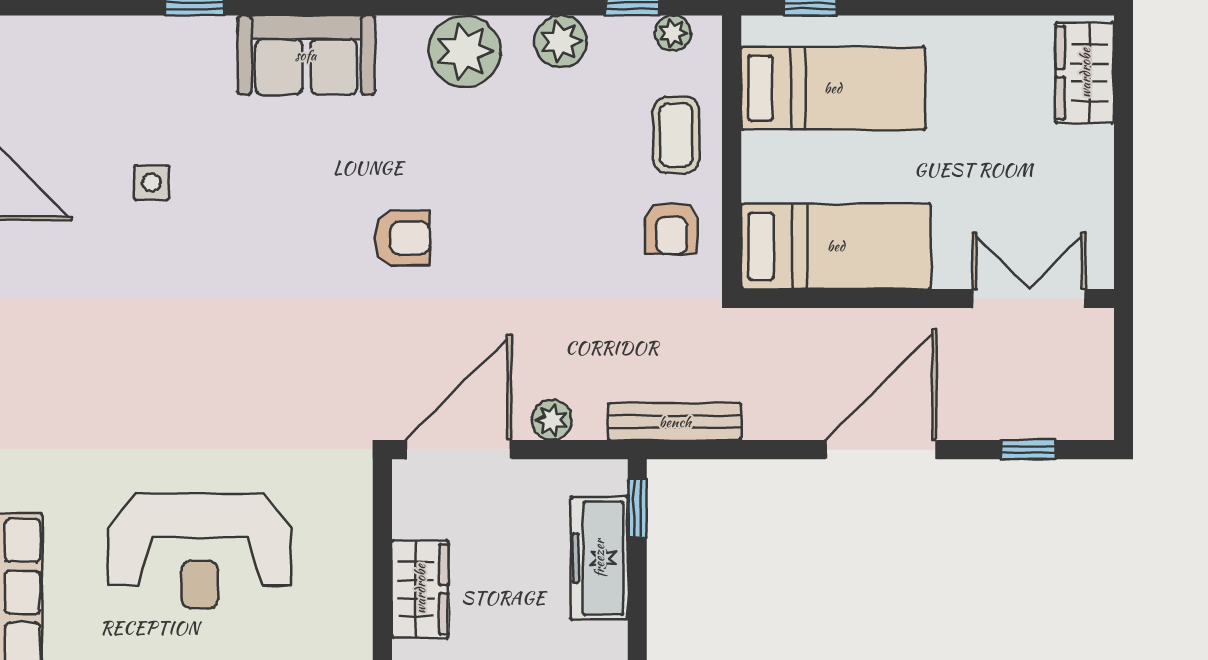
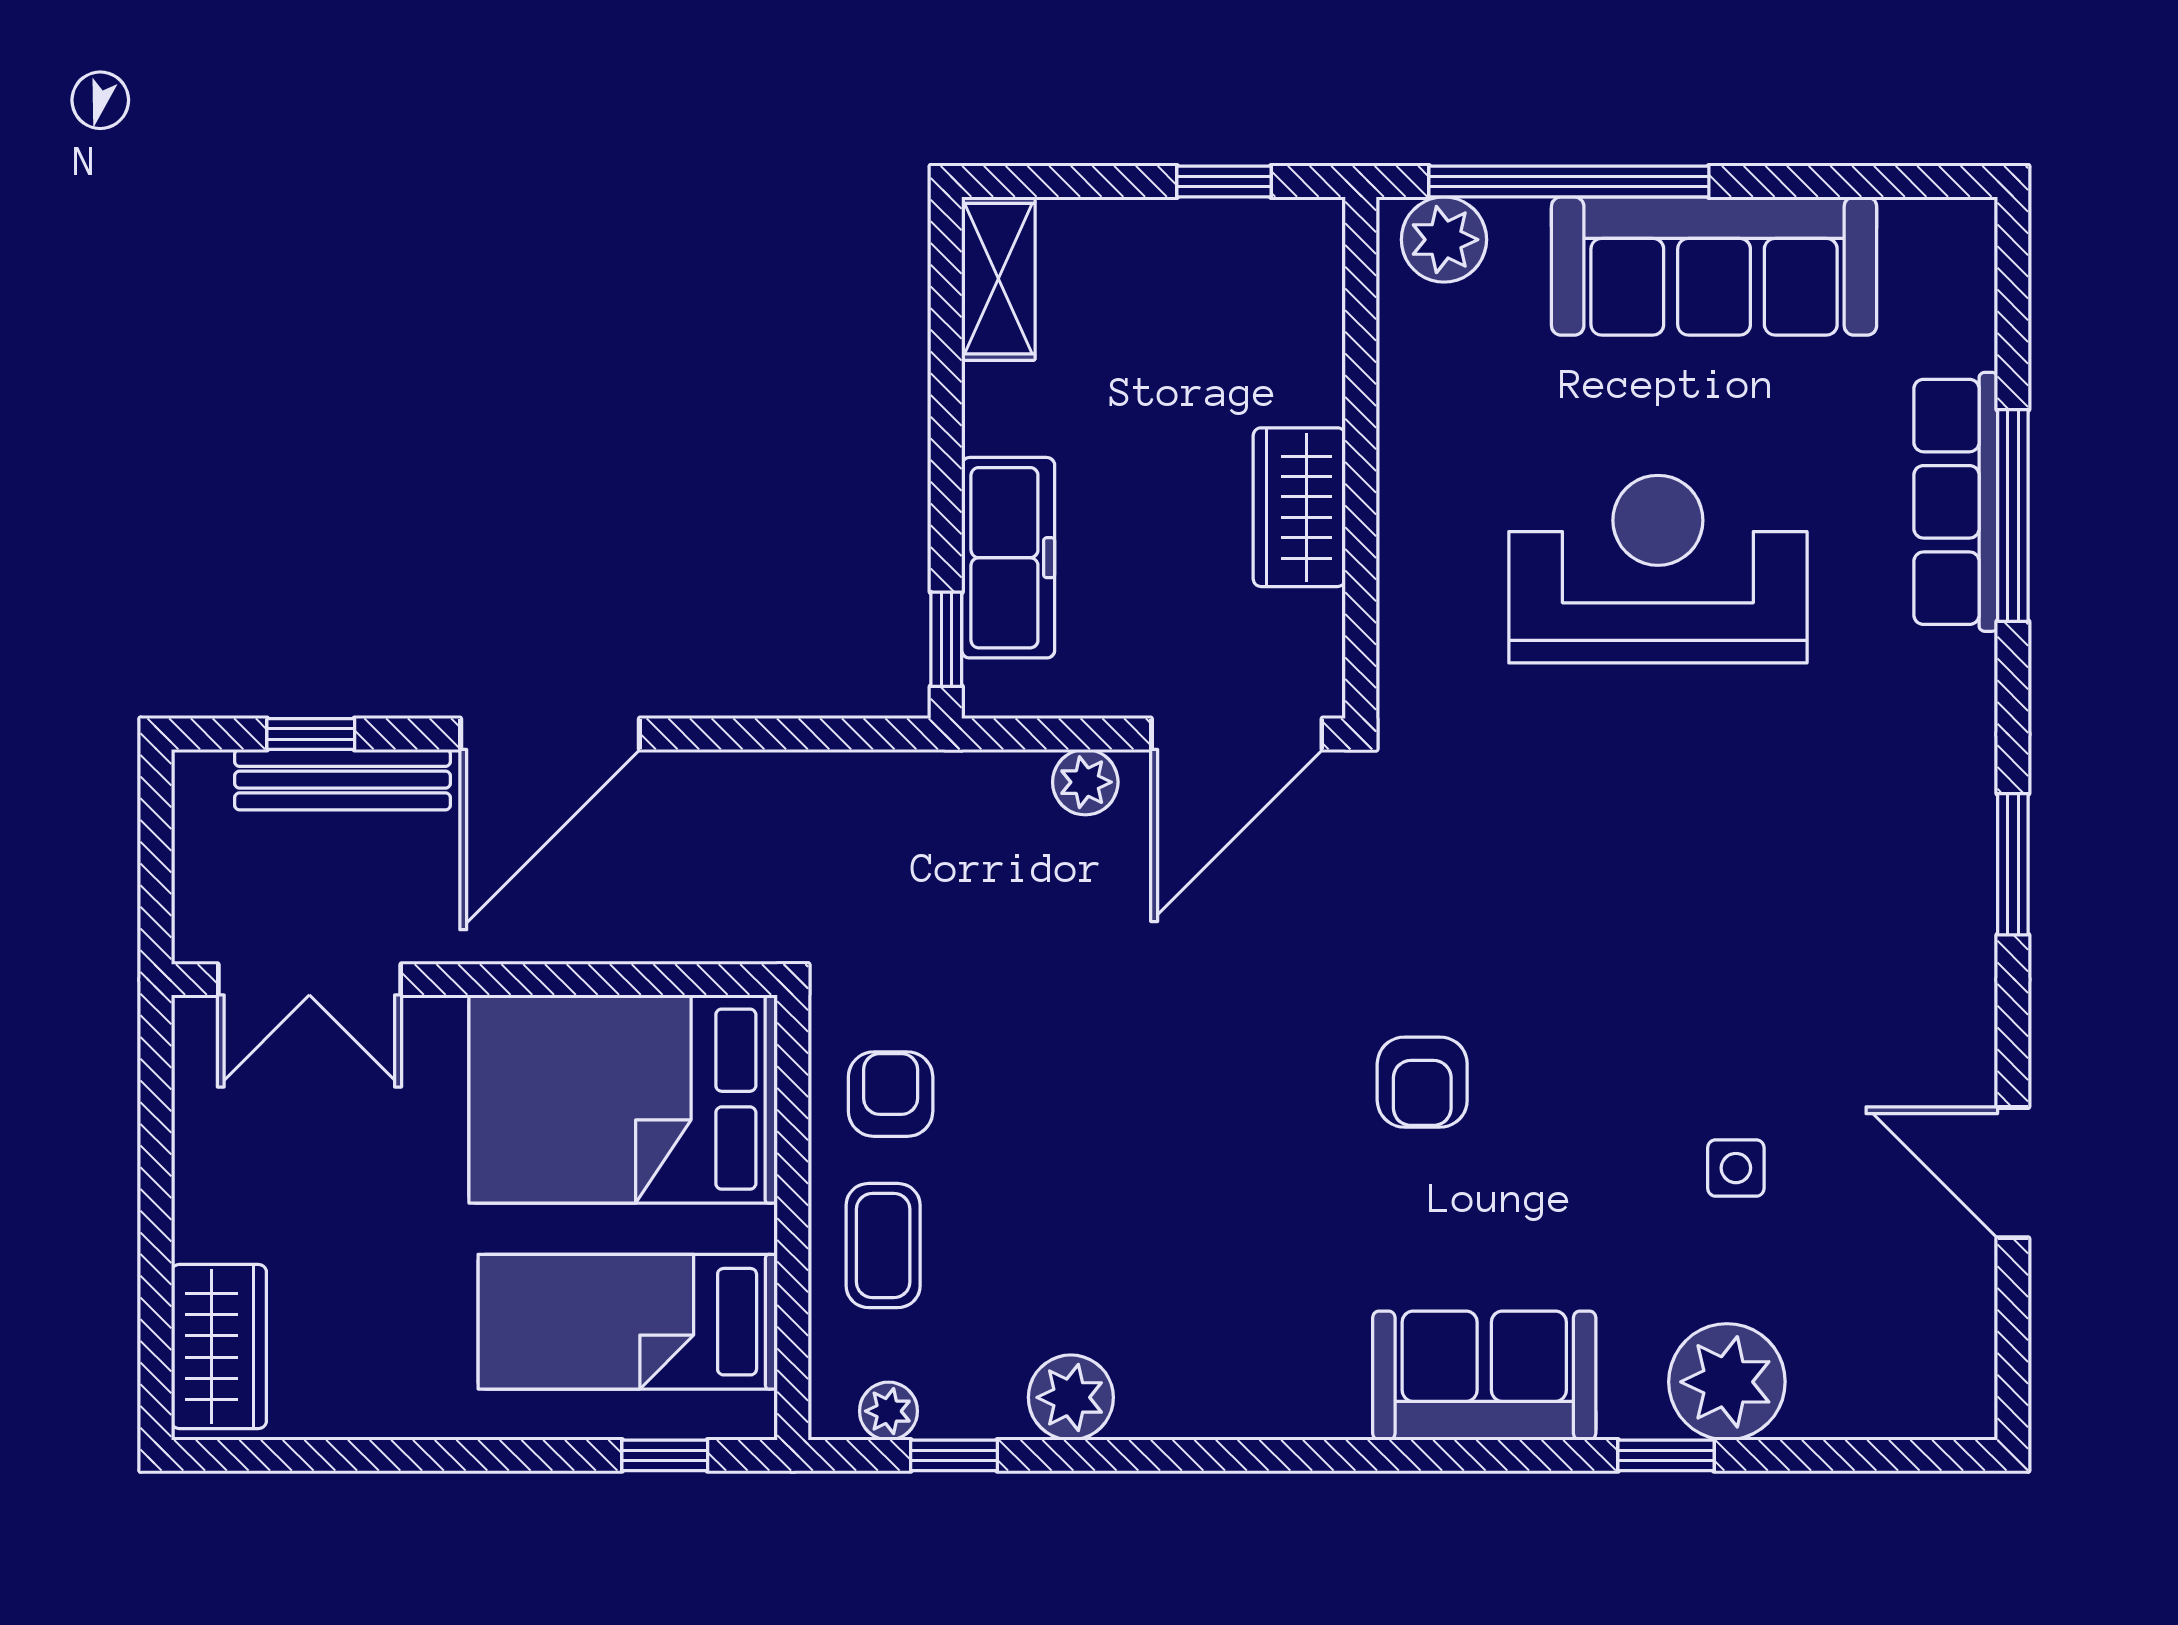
plant: (465, 51) -> (1727, 1382), moved
armchair: (402, 238) -> (1422, 1082), moved, turned -90
bed: (836, 246) -> (623, 1099), width x1.50
bench: (675, 422) -> (342, 780), moved

